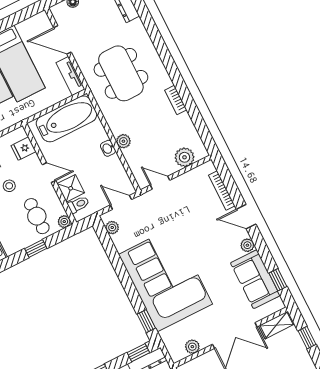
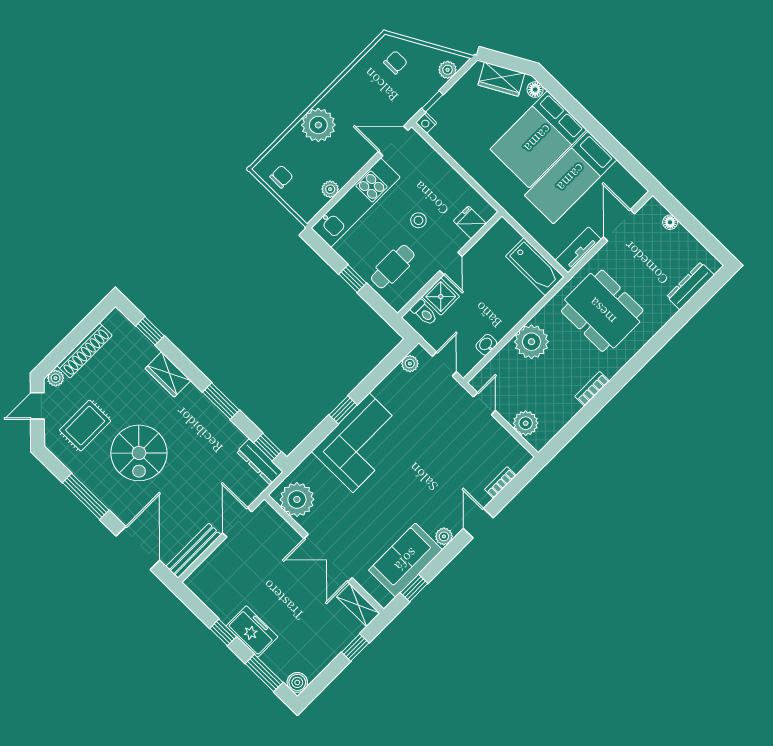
dining table: (121, 73) -> (602, 311), turned 90
bathtub: (66, 119) -> (535, 267), width x0.73, depth x0.73
plant: (123, 141) -> (531, 342), width x1.88, depth x1.88
washbasin: (108, 148) -> (486, 345), moved
bookcase: (222, 190) -> (500, 482), width x0.64
plant: (64, 222) -> (397, 302), removed
corner sofa: (166, 279) -> (361, 443), width x0.73, depth x0.74
window: (146, 321) -> (343, 410), moved
plant: (192, 347) -> (297, 499), width x1.88, depth x1.88

